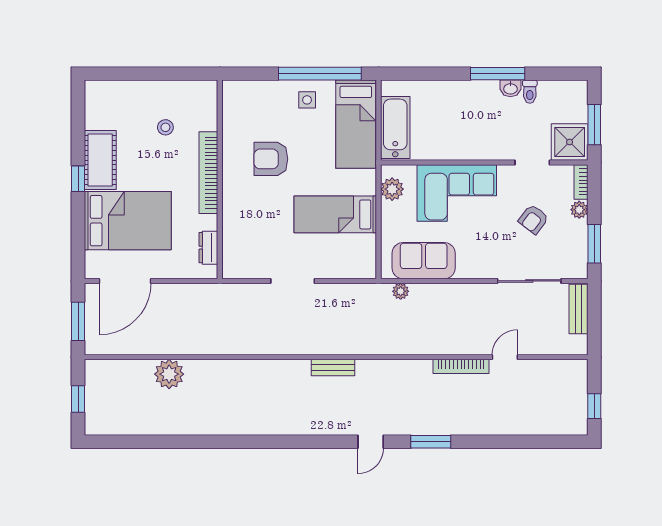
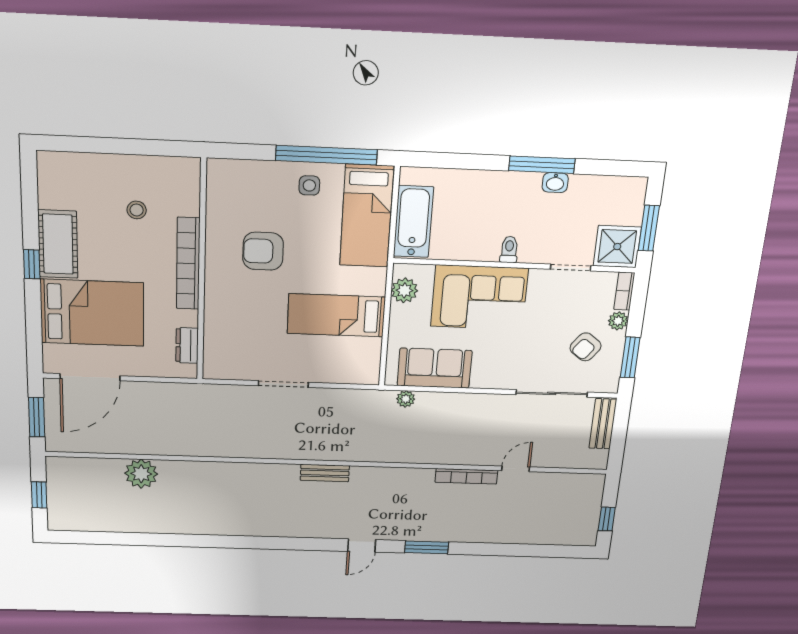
toilet: (530, 92) -> (509, 250), moved, turned 180
armchair: (533, 219) -> (586, 347), moved

